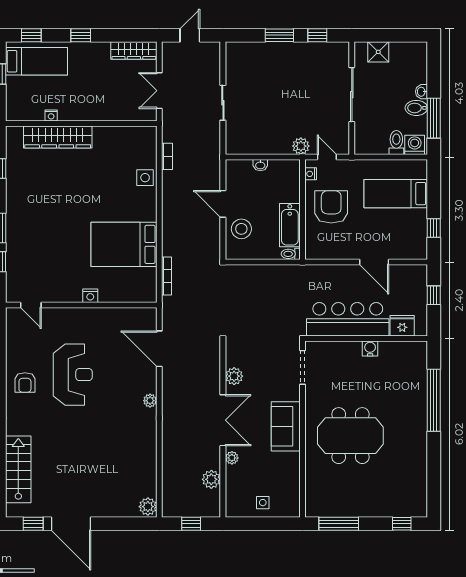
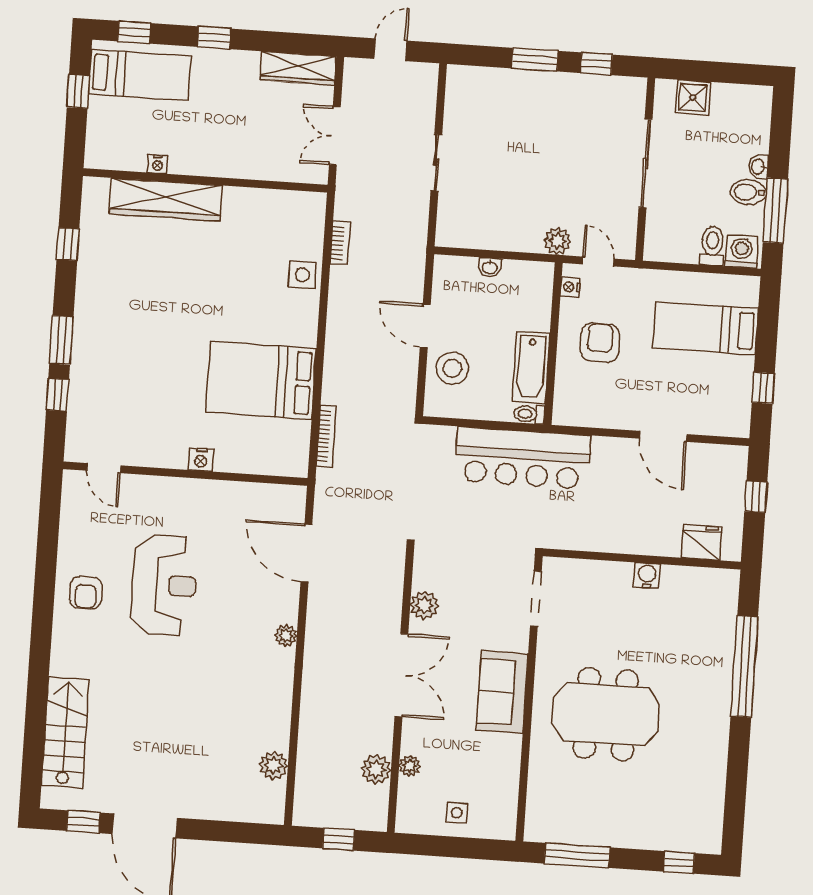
armchair: (331, 207) -> (600, 343), width x0.73, depth x0.73
bar counter: (348, 319) -> (522, 458), moved, turned 180
plant: (232, 458) -> (410, 766), moved
plant: (148, 507) -> (274, 765), moved

